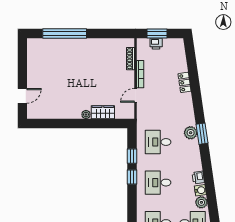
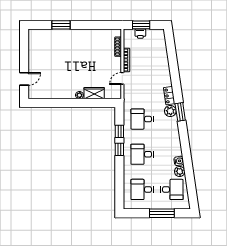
window: (65, 34) -> (61, 25), width x0.47
locker: (185, 82) -> (169, 96), moved
printer: (198, 178) -> (177, 150), removed

